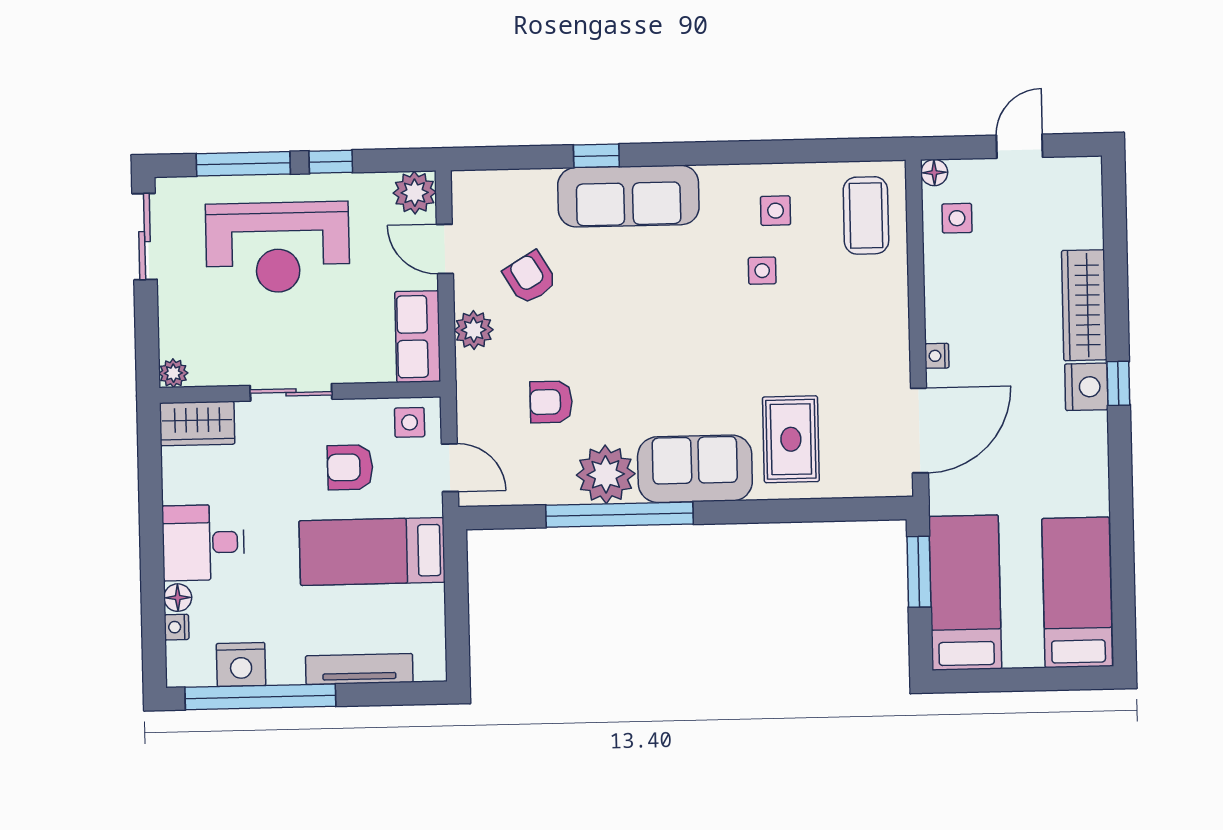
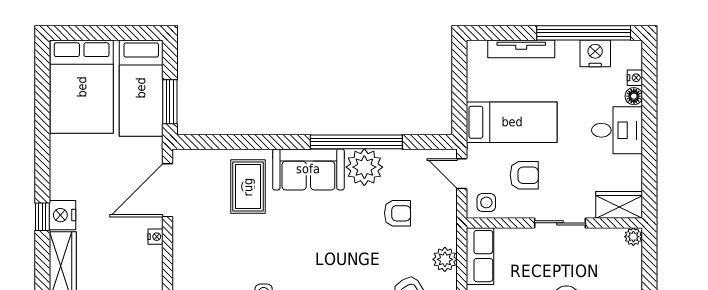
bed: (1077, 592) -> (82, 87), width x1.50

